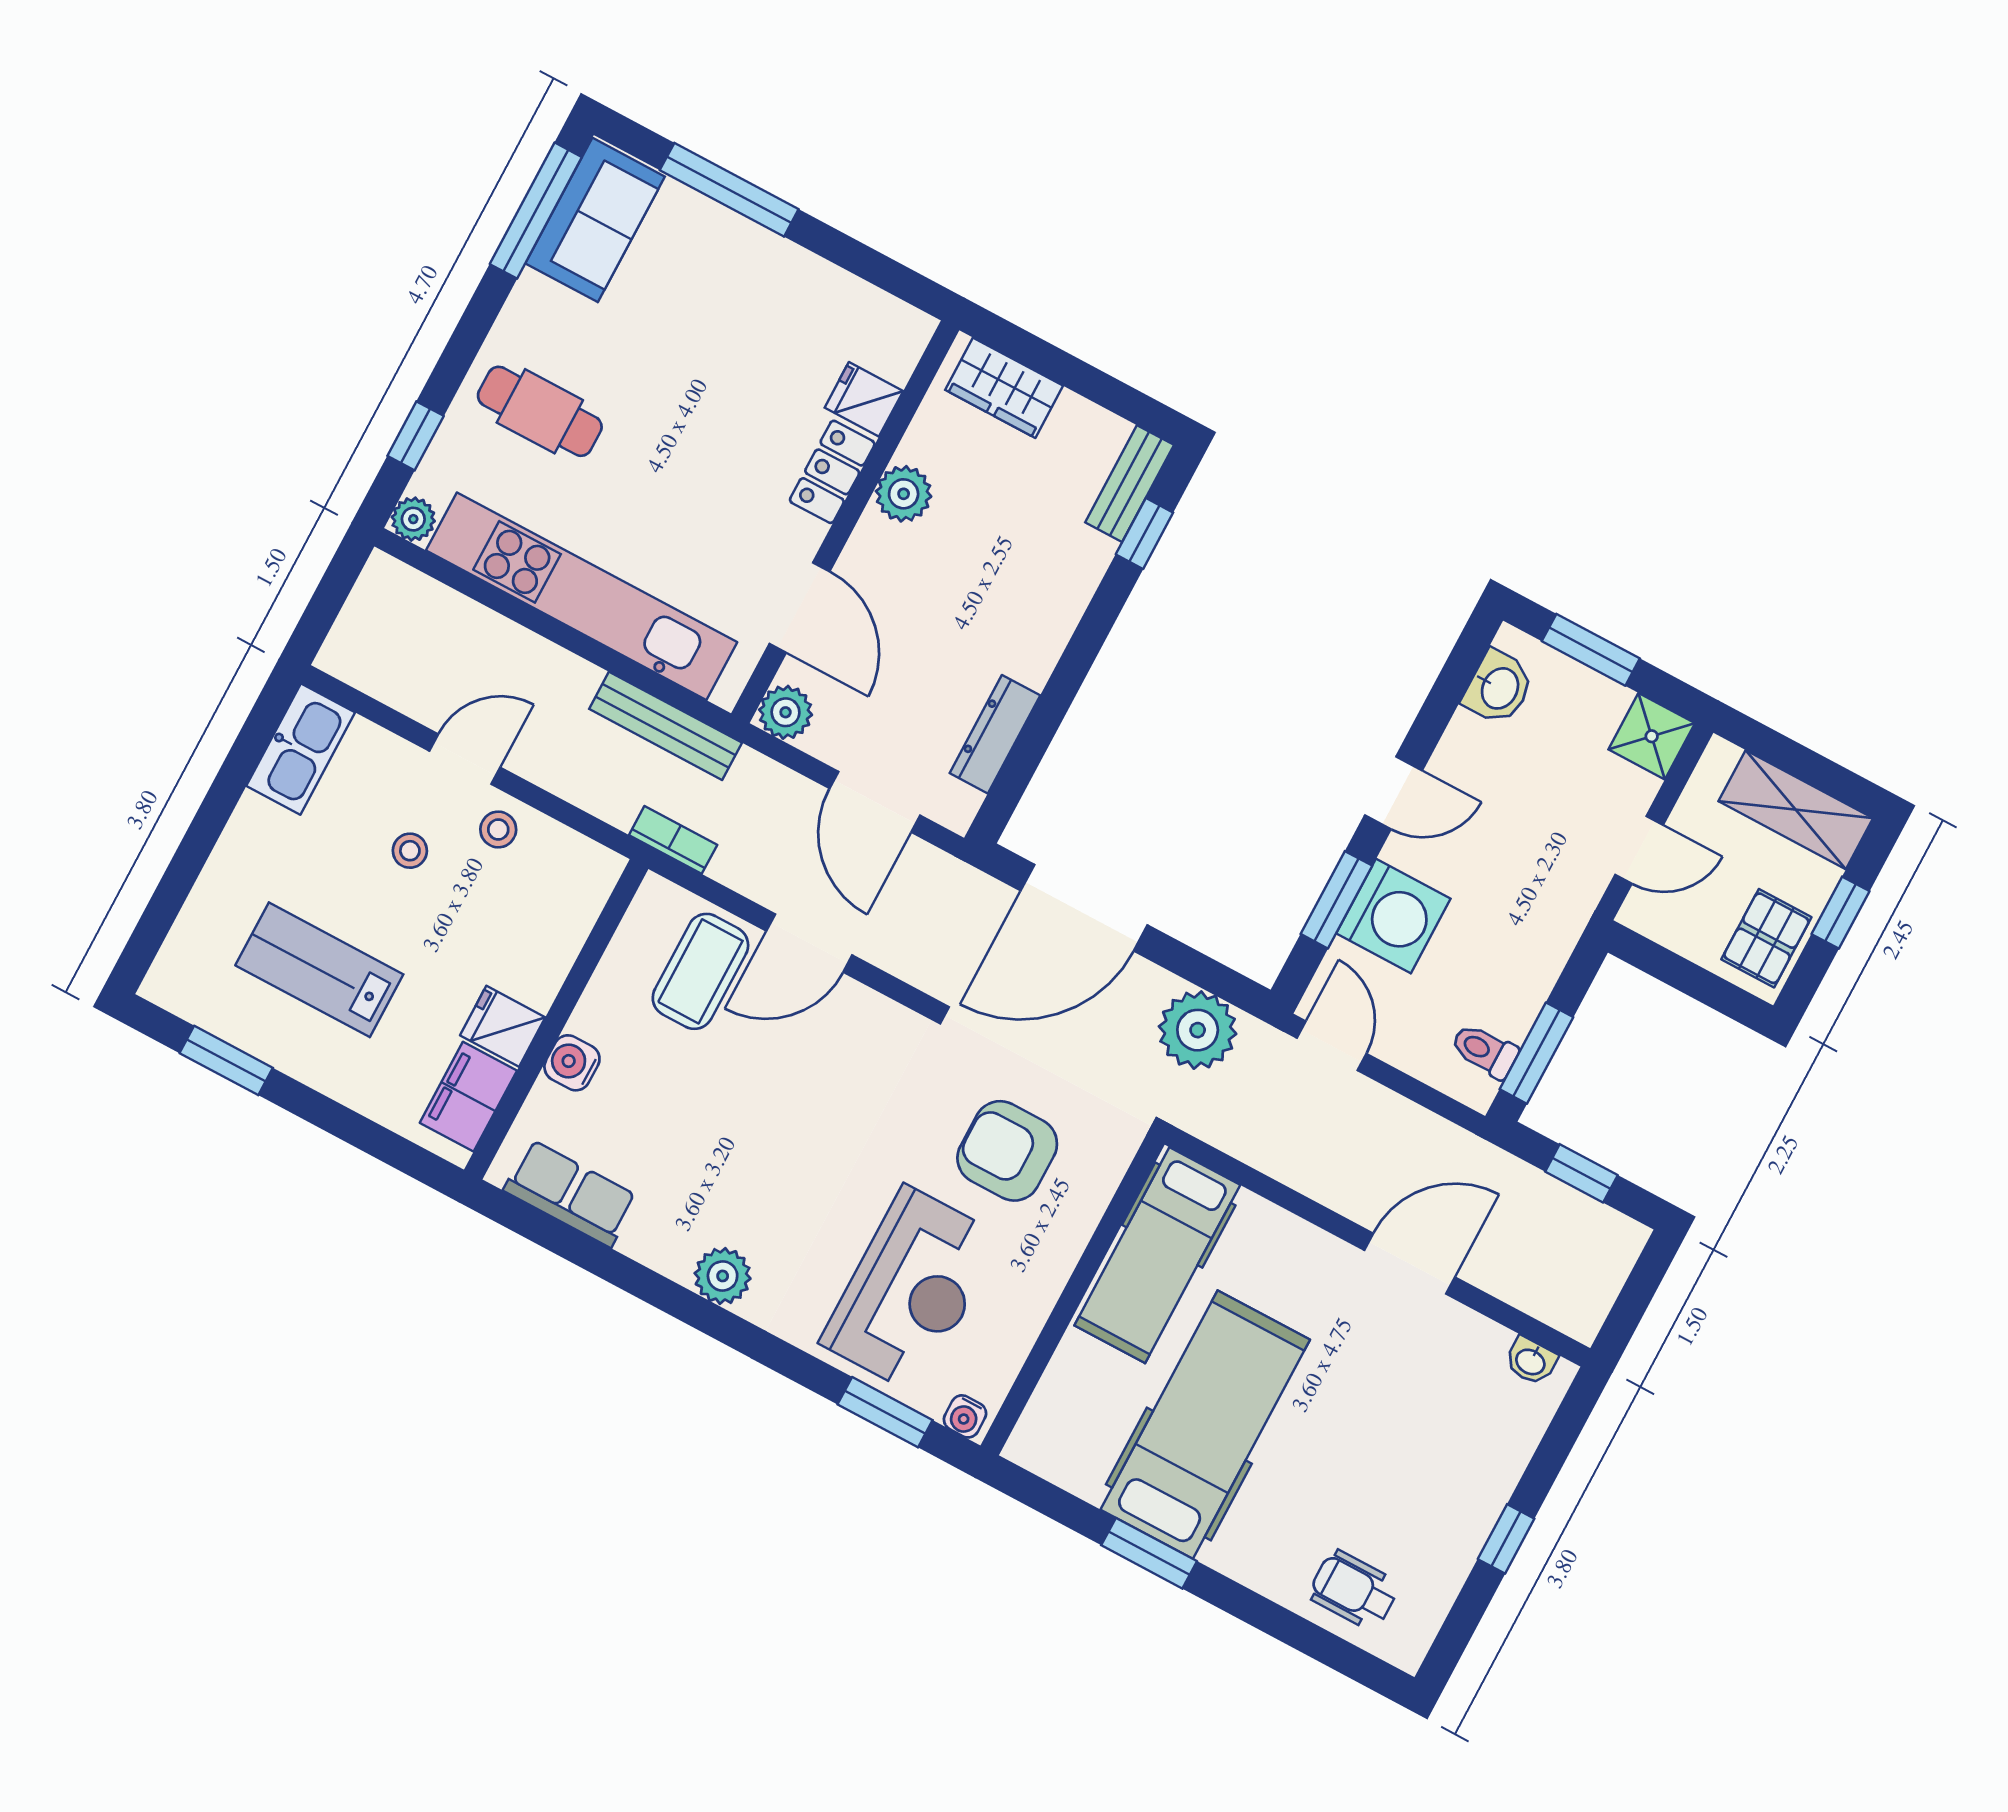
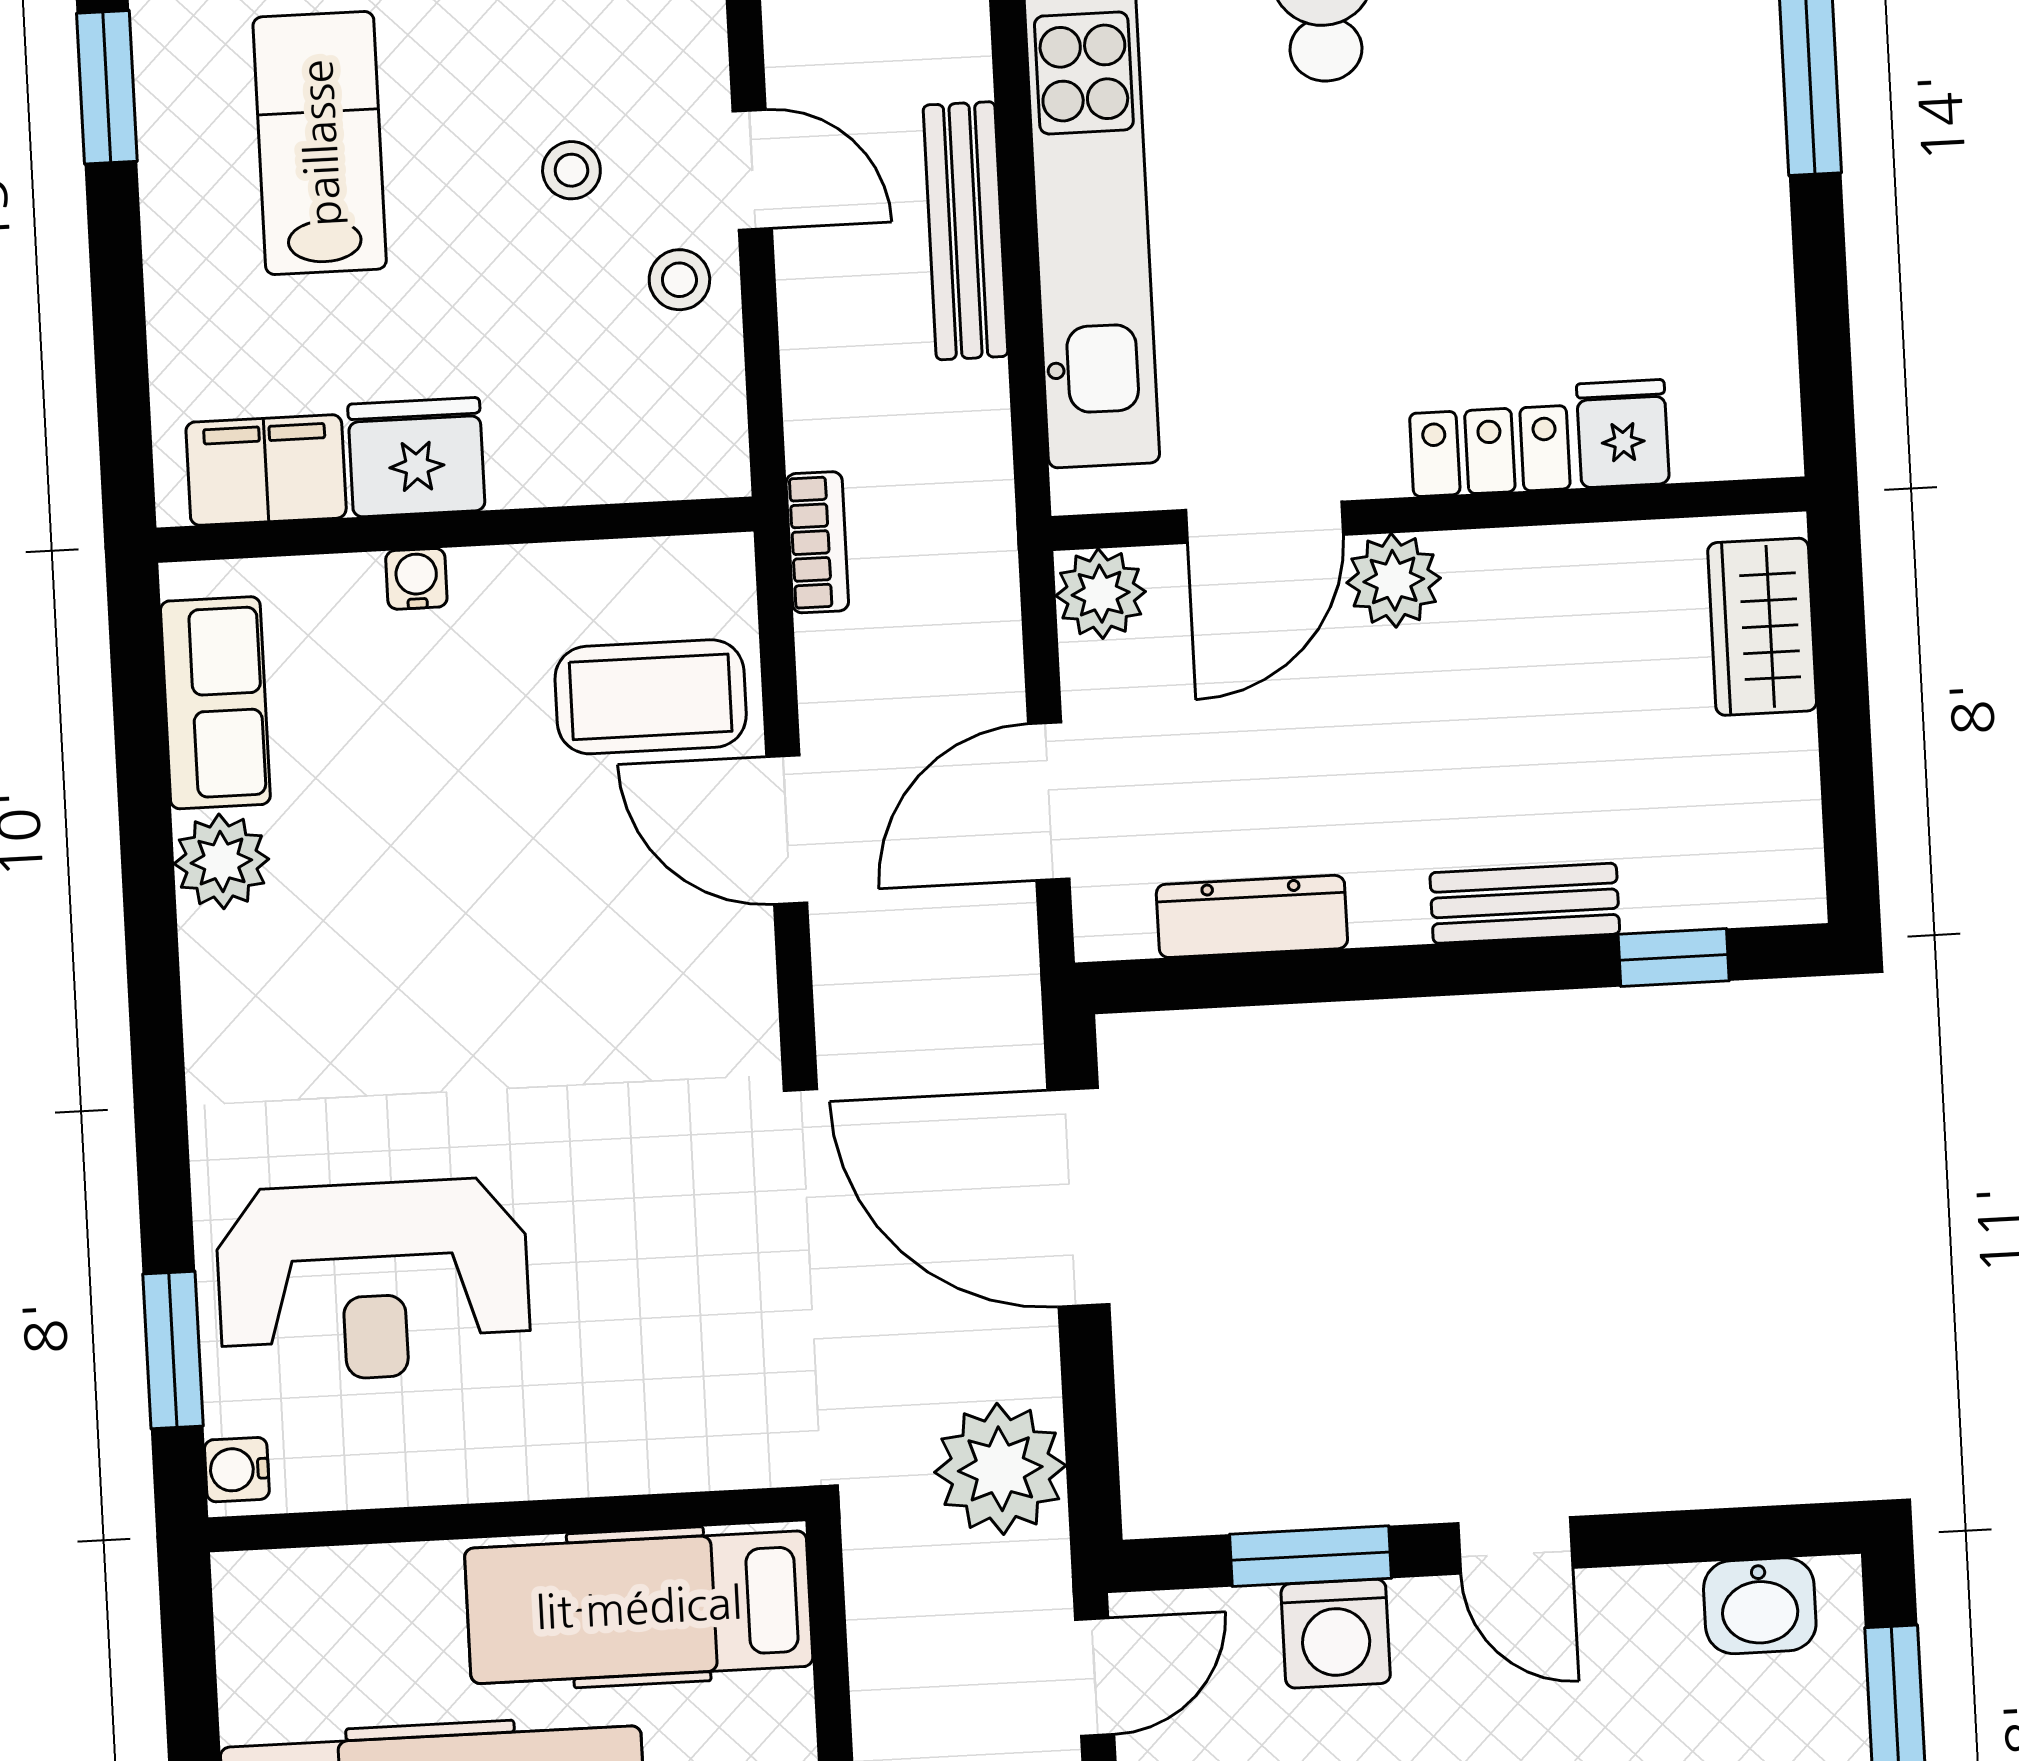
bench: (1130, 484) -> (1525, 903), moved
plant: (904, 494) -> (1394, 580), moved
bench: (666, 726) -> (965, 231), moved
washing machine: (1393, 916) -> (1336, 1634), width x0.73, depth x0.73
fridge: (503, 1026) -> (416, 457), width x1.38
water cooler: (572, 1063) -> (416, 579), width x0.72, depth x0.72
armchair: (1007, 1151) -> (659, 1299), removed
plant: (723, 1276) -> (221, 861), moved

